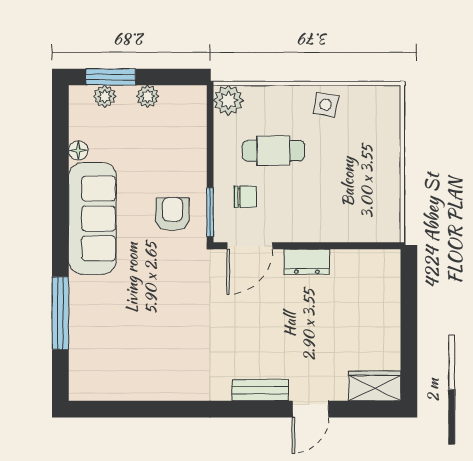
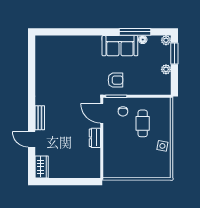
plant: (105, 96) -> (166, 40), moved
plant: (228, 100) -> (164, 104), removed
sofa: (92, 218) -> (120, 46), width x0.73
window: (60, 313) -> (135, 32), moved

